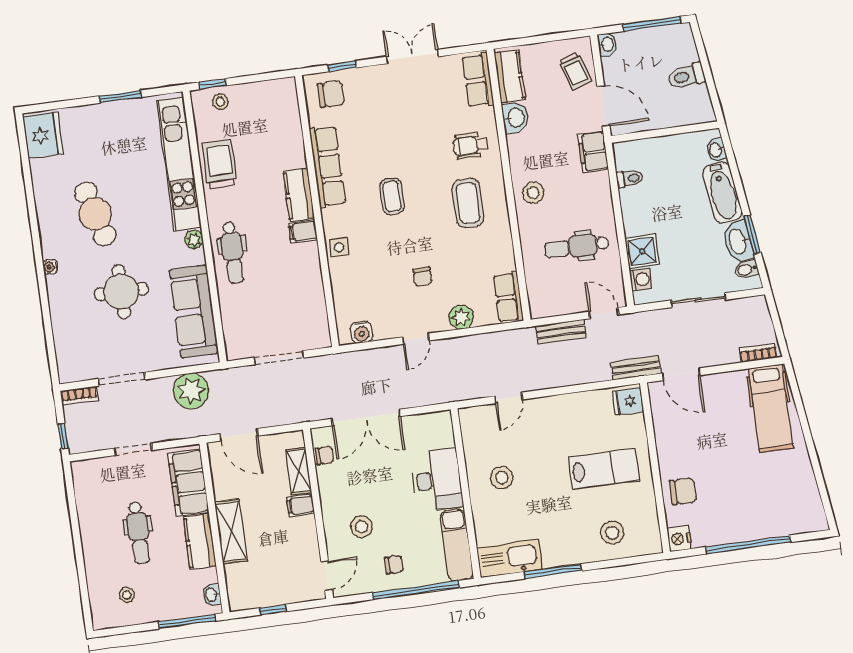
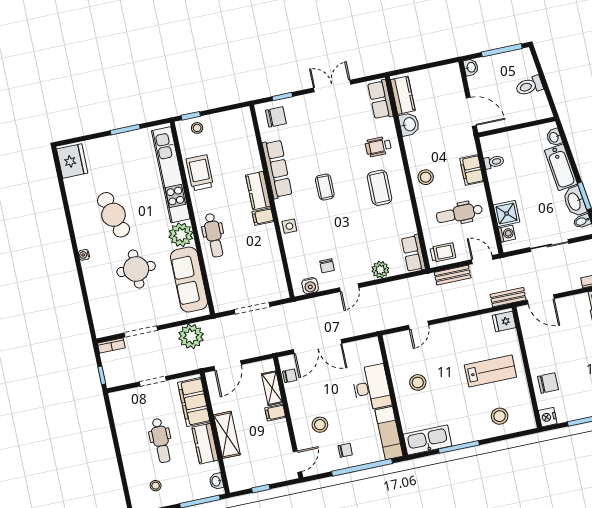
trolley: (575, 71) -> (443, 252), moved, turned -72
filing cabinet: (593, 152) -> (472, 170), moved
plant: (194, 239) -> (181, 235), width x1.87, depth x1.87
chair: (422, 277) -> (327, 266), moved
door: (239, 435) -> (228, 365), hinge flipped

